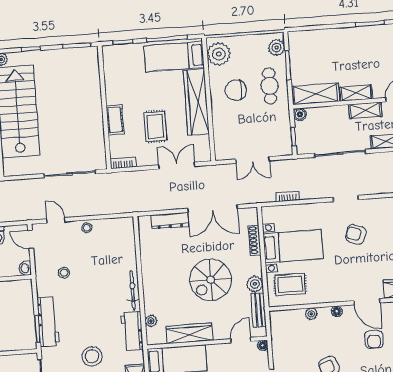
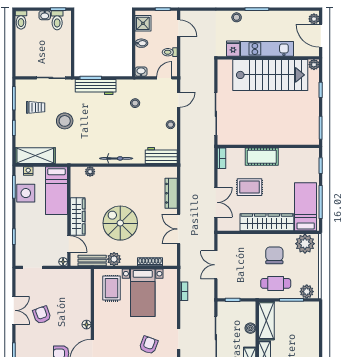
boiler: (300, 114) -> (250, 328), moved
cot: (115, 120) -> (262, 157), width x1.37, depth x1.34
double door: (213, 209) -> (179, 229), width x0.73
plant: (311, 314) -> (86, 304), removed
workbench: (132, 331) -> (161, 155), moved
wardrobe: (189, 333) -> (78, 216), moved

